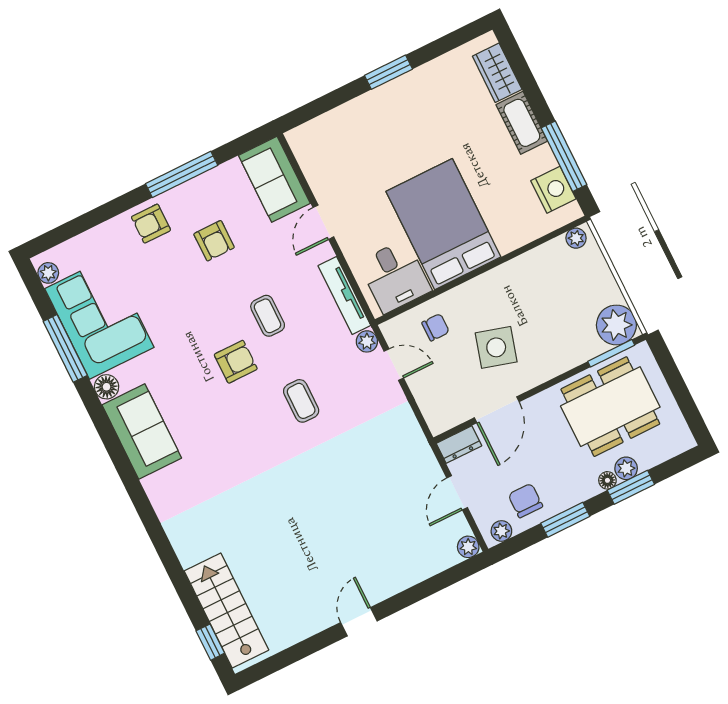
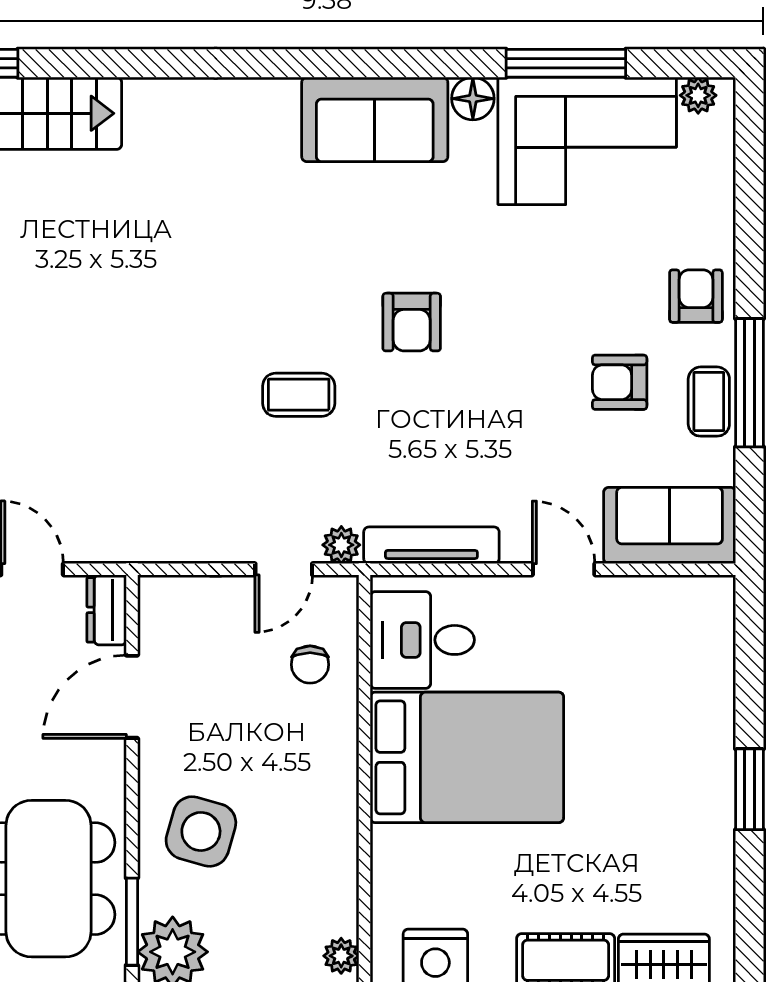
coffee table: (268, 316) -> (709, 402), moved, turned 90
side table: (496, 347) -> (201, 831), moved
door: (497, 410) -> (132, 697), hinge flipped

